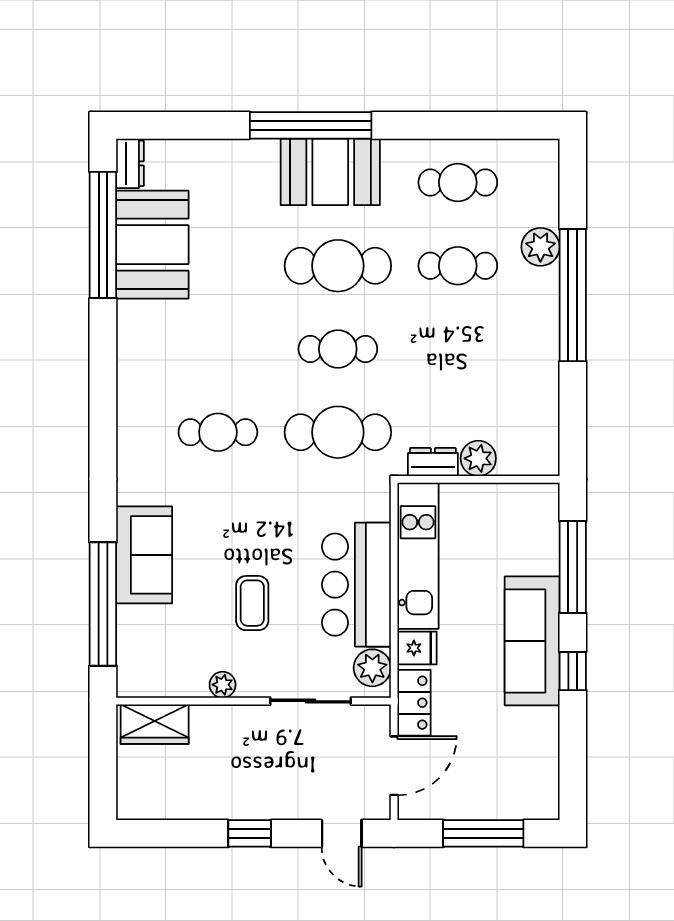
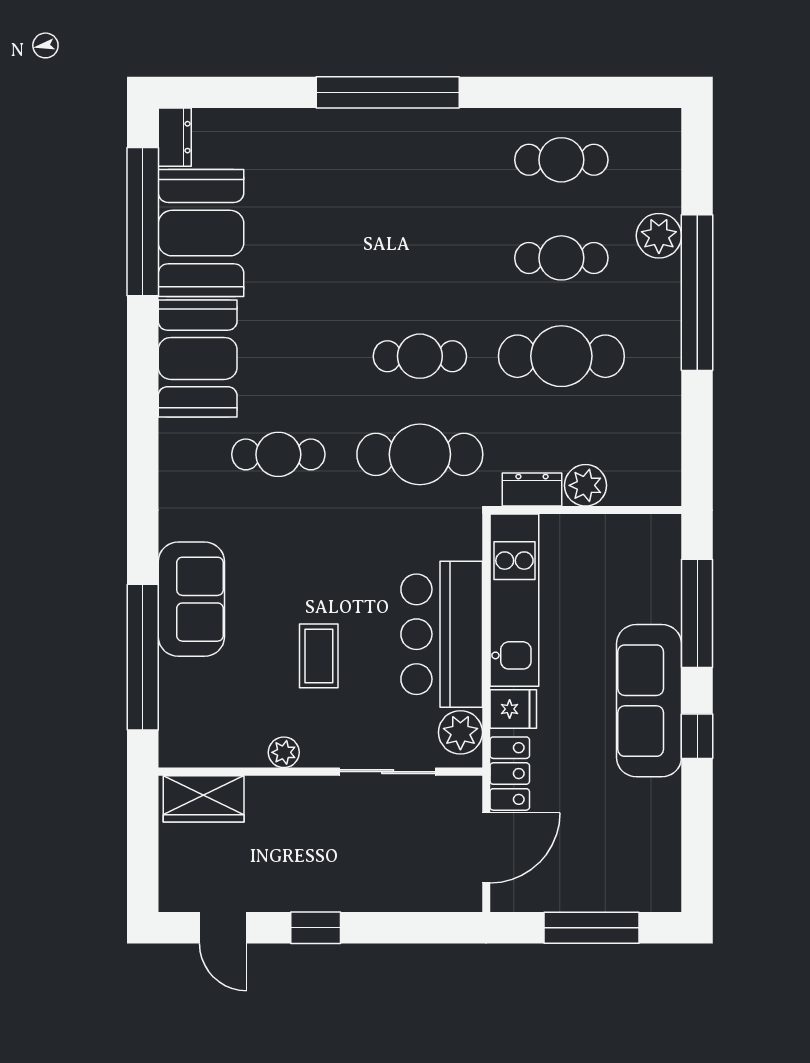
booth: (330, 172) -> (198, 358), moved, turned 90
cafe table: (338, 266) -> (561, 356), moved
door: (342, 833) -> (223, 928), moved

